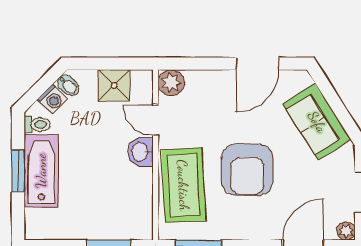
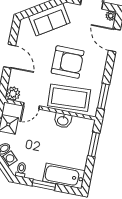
door: (257, 64) -> (10, 56), moved
washbasin: (141, 152) -> (63, 120), moved
bathtub: (41, 171) -> (64, 176), moved

